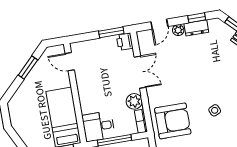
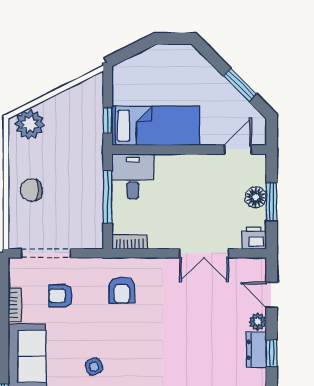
window: (111, 32) -> (272, 202), moved
floor lamp: (98, 45) -> (256, 197), added
plant: (134, 101) -> (161, 237), removed
side table: (215, 110) -> (94, 367), moved
armchair: (173, 121) -> (122, 290), width x0.53, depth x0.53

